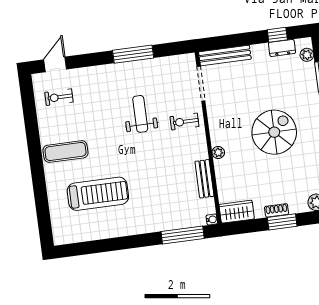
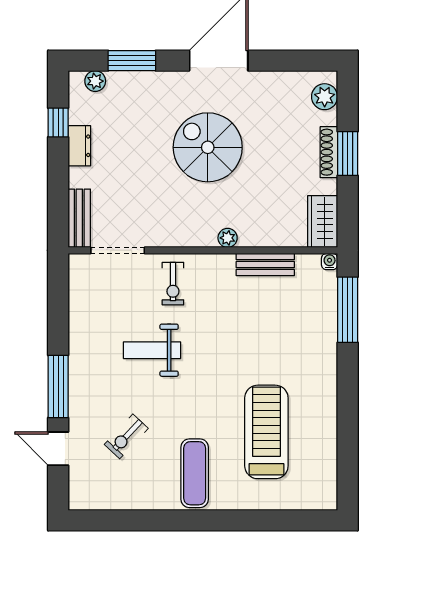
dresser: (282, 48) -> (79, 146), moved
window: (133, 54) -> (58, 386), moved
bench: (225, 56) -> (79, 218), width x0.73
door: (55, 64) -> (58, 449), moved
exercise bike: (59, 97) -> (126, 436), moved, turned 43
shoe rack: (277, 210) -> (329, 152), width x1.43

